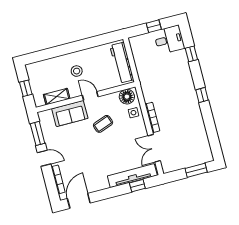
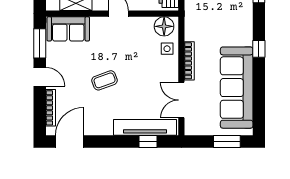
sofa: (70, 114) -> (68, 29), moved
coffee table: (103, 124) -> (105, 80), moved
sofa: (193, 128) -> (237, 88), added

